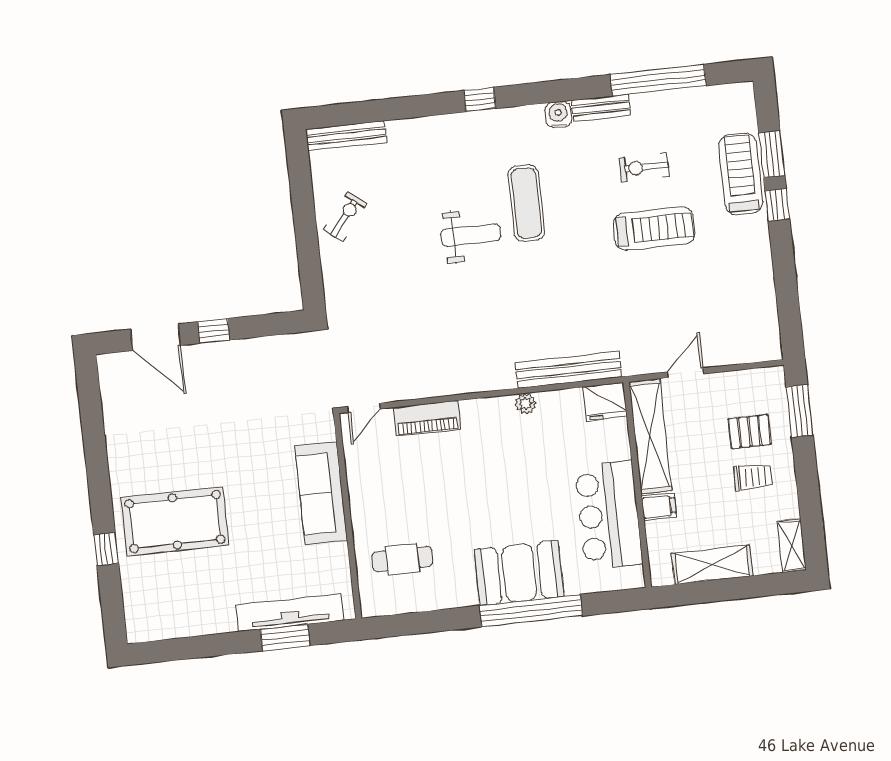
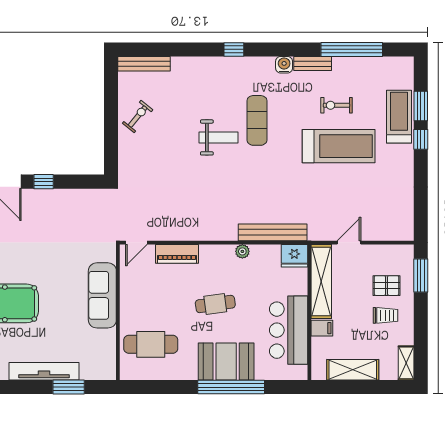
treadmill: (654, 229) -> (339, 146), width x1.37, depth x1.38
cafe table: (493, 488) -> (215, 304), added
cafe table: (402, 559) -> (151, 344), width x1.37, depth x1.35
tv unit: (290, 613) -> (44, 371), moved

